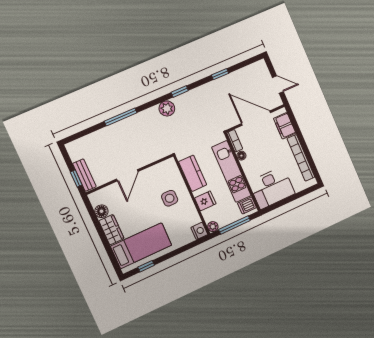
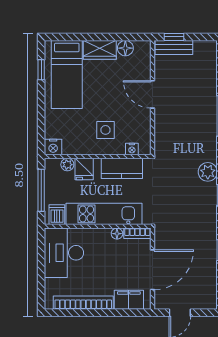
nightstand: (175, 172) -> (132, 149), added
plant: (213, 227) -> (67, 165), moved

